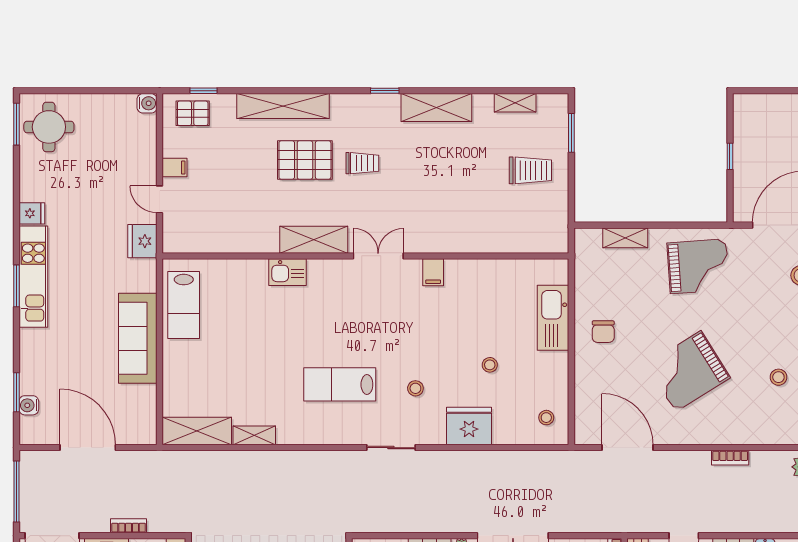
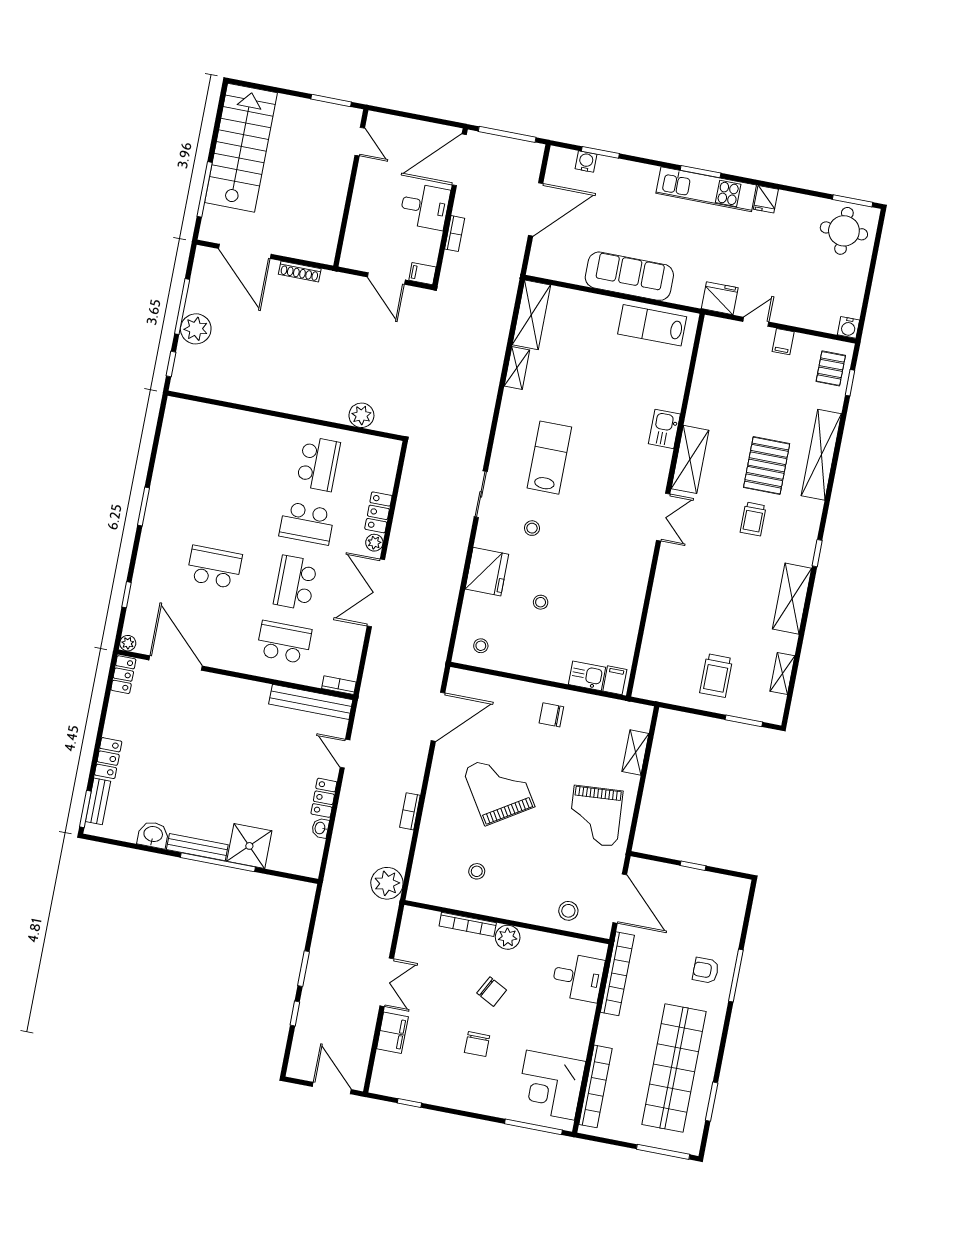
filing cabinet: (433, 272) -> (615, 680), moved, turned 90
kitchen sink: (553, 318) -> (587, 676), width x0.53, depth x0.81

